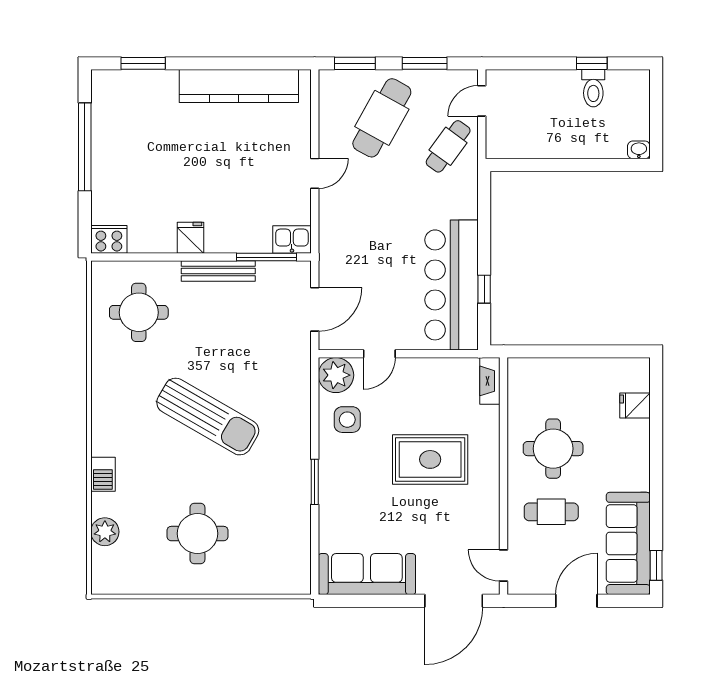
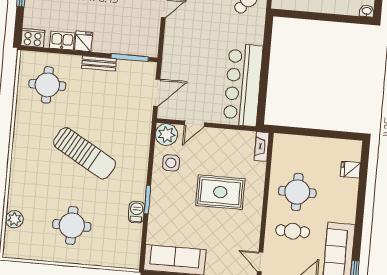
kitchen sink: (292, 240) -> (62, 41), moved
bench: (218, 271) -> (99, 64), width x0.73
window: (484, 289) -> (263, 89), removed
barbecue: (103, 474) -> (136, 212), moved, turned 180

